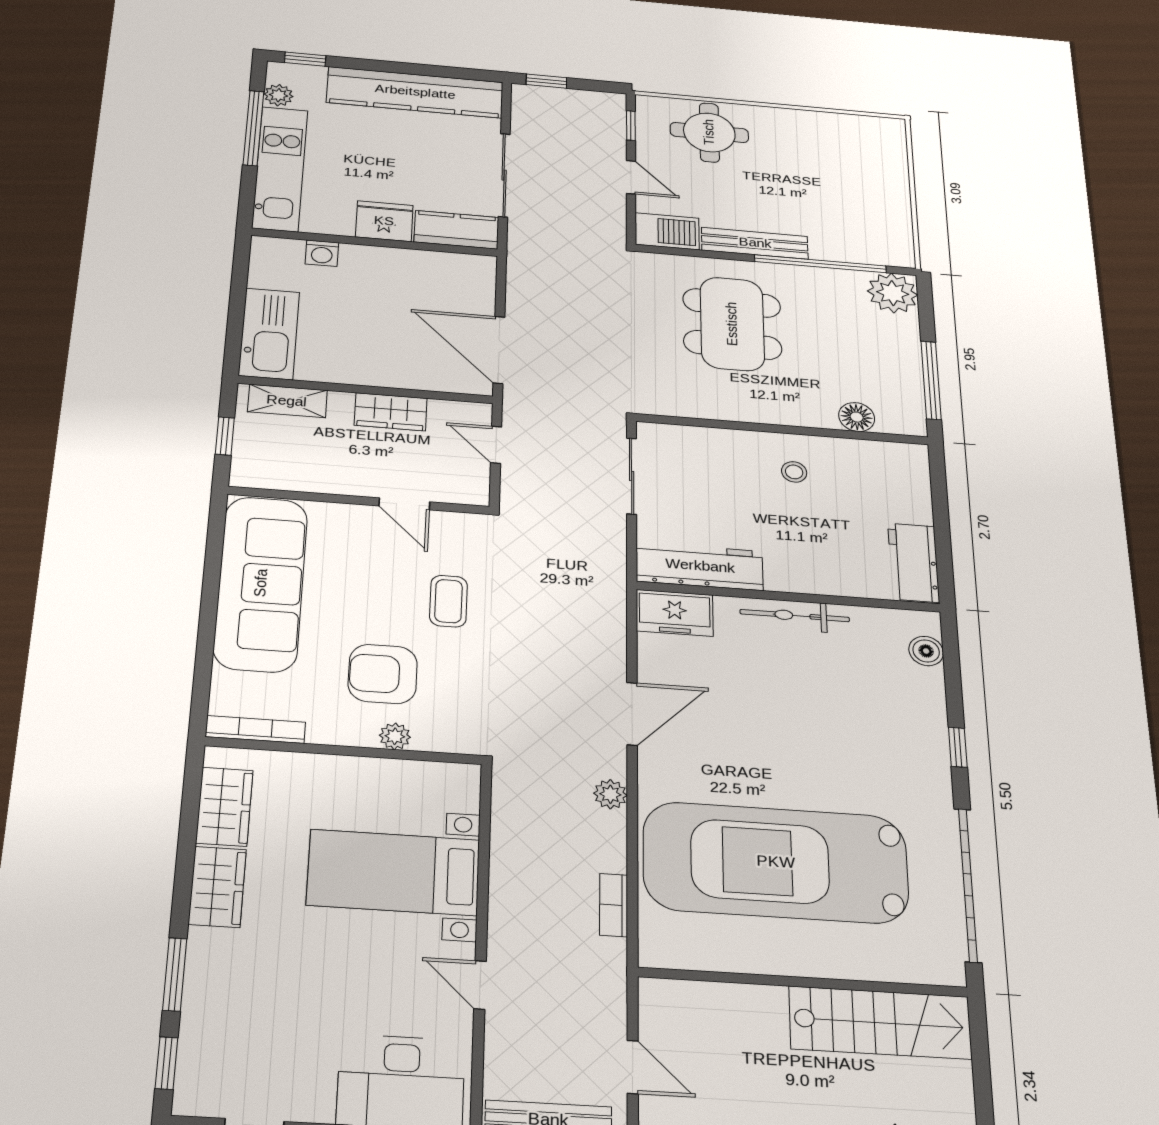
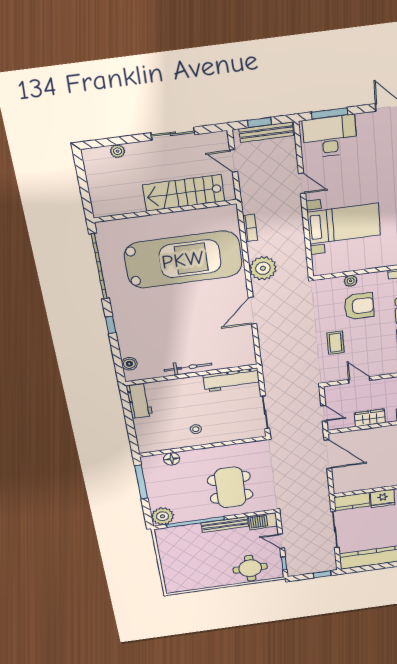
freezer: (675, 613) -> (240, 358), removed
plant: (610, 794) -> (263, 268), width x1.88, depth x1.88
stairs: (880, 1023) -> (184, 193), moved

